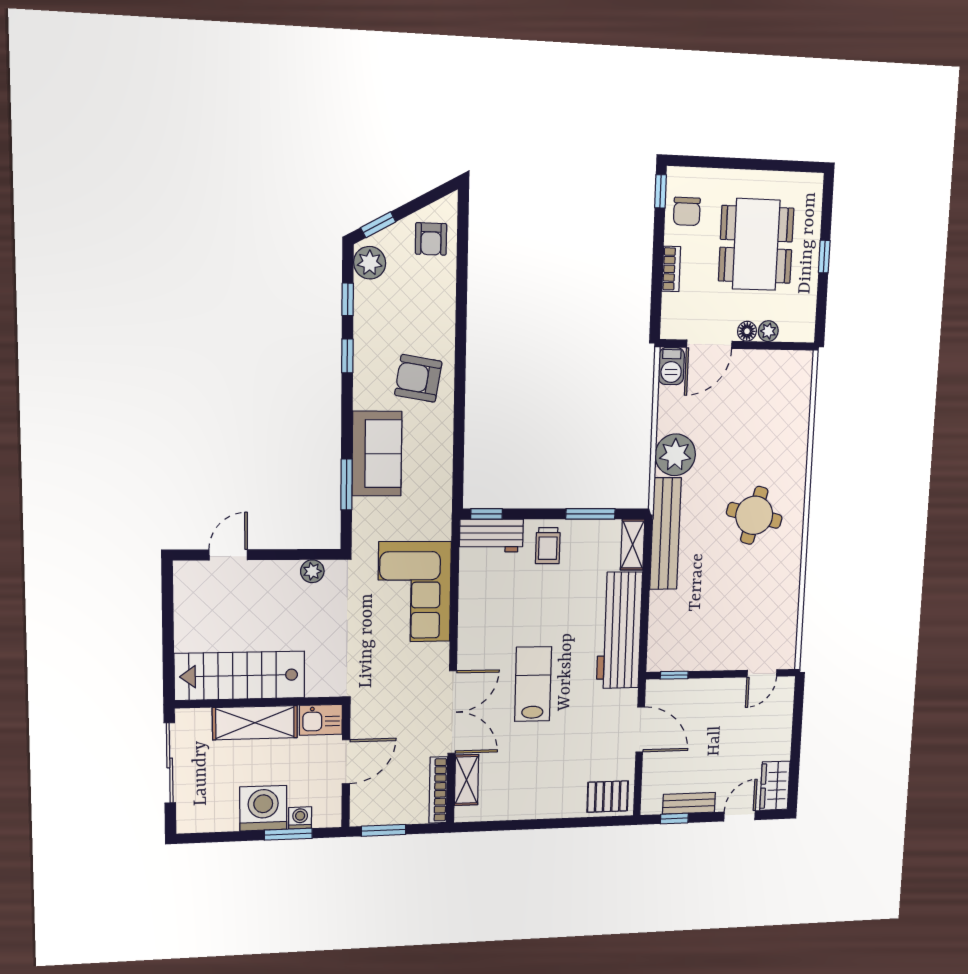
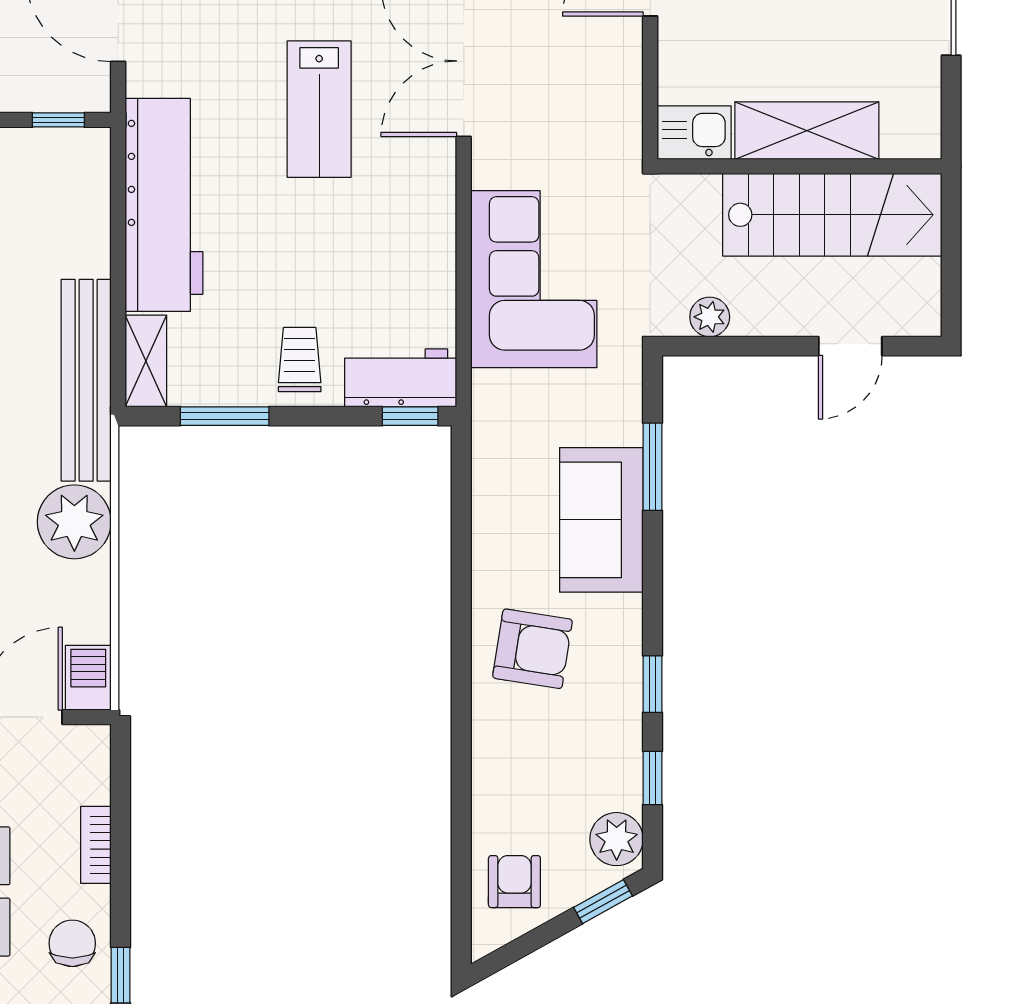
stairs: (240, 676) -> (832, 215), moved
wall: (259, 703) -> (799, 166), moved
kitchen sink: (321, 720) -> (694, 133), moved
shelving: (255, 723) -> (807, 131), moved

